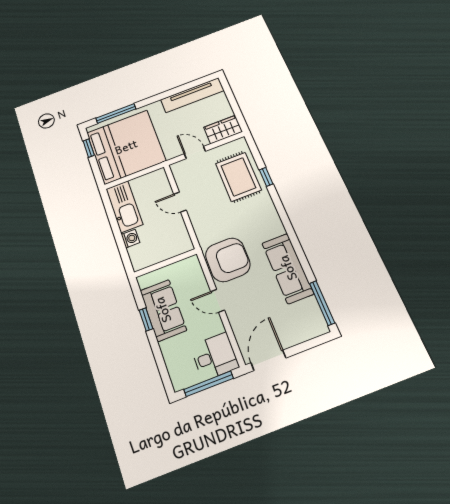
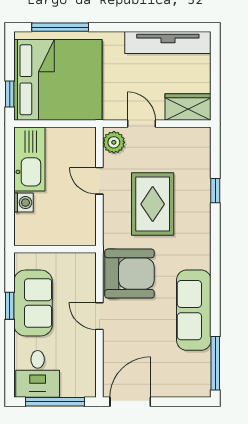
window: (89, 148) -> (10, 94), moved
plant: (180, 172) -> (114, 142), added
rug: (238, 177) -> (153, 204), moved
desk: (215, 356) -> (38, 374), moved, turned 90

